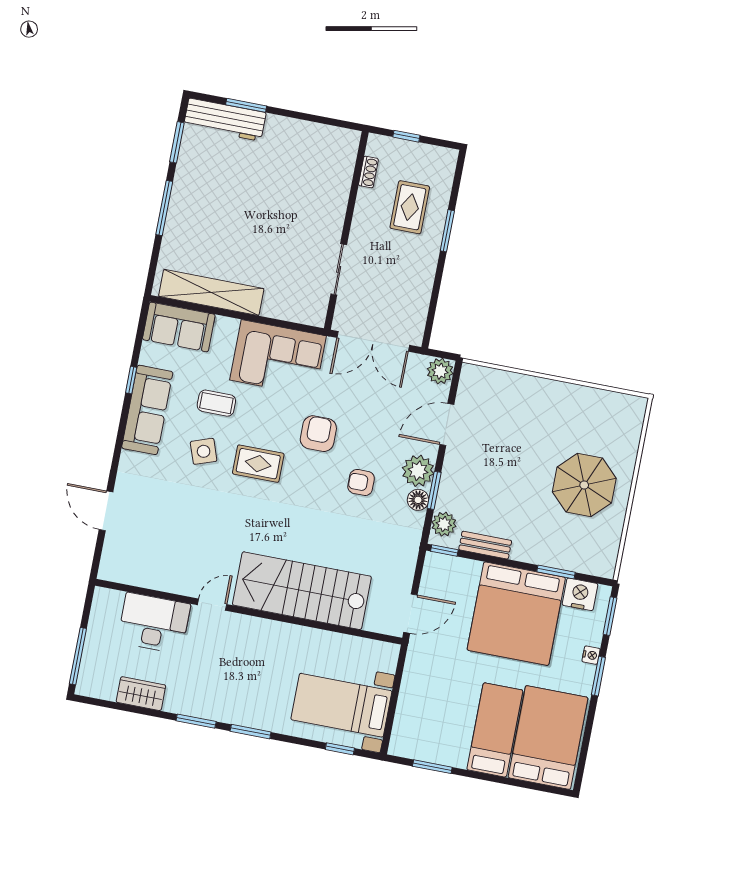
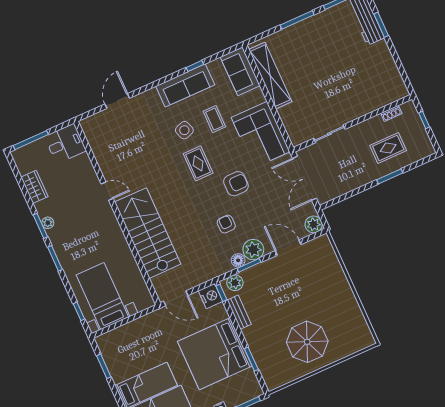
nightstand: (580, 594) -> (211, 296), moved
desk: (154, 623) -> (65, 144), moved, width x0.73
plant: (199, 709) -> (48, 223), added

